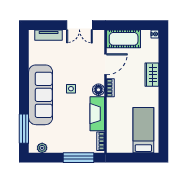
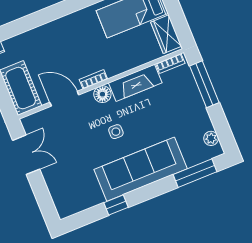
tv unit: (49, 35) -> (56, 191), removed
window: (24, 70) -> (116, 205), added
wardrobe: (152, 75) -> (166, 34), moved, turned 90

